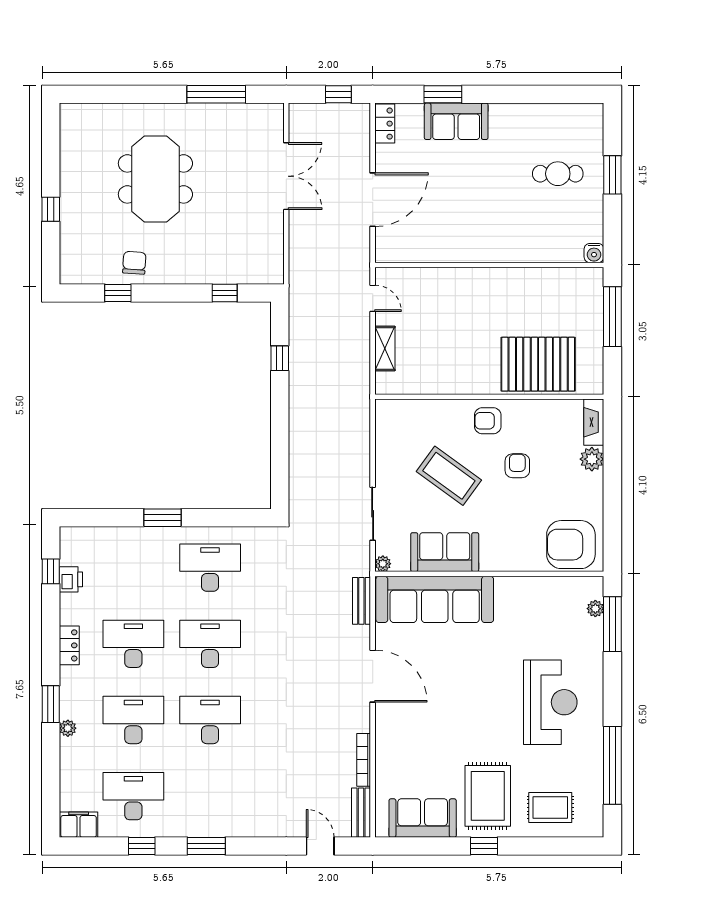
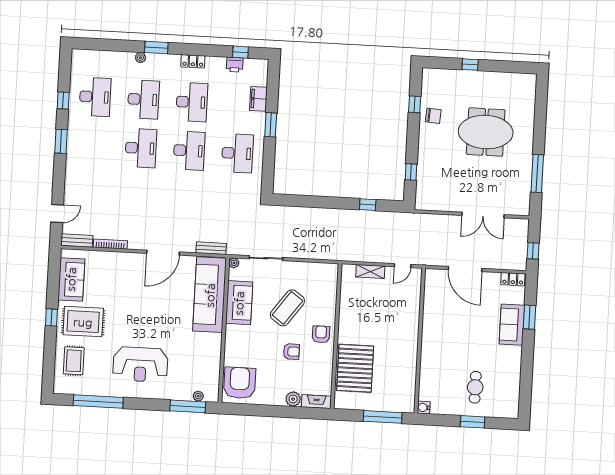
filing cabinet: (79, 825) -> (258, 99), moved, turned 180

